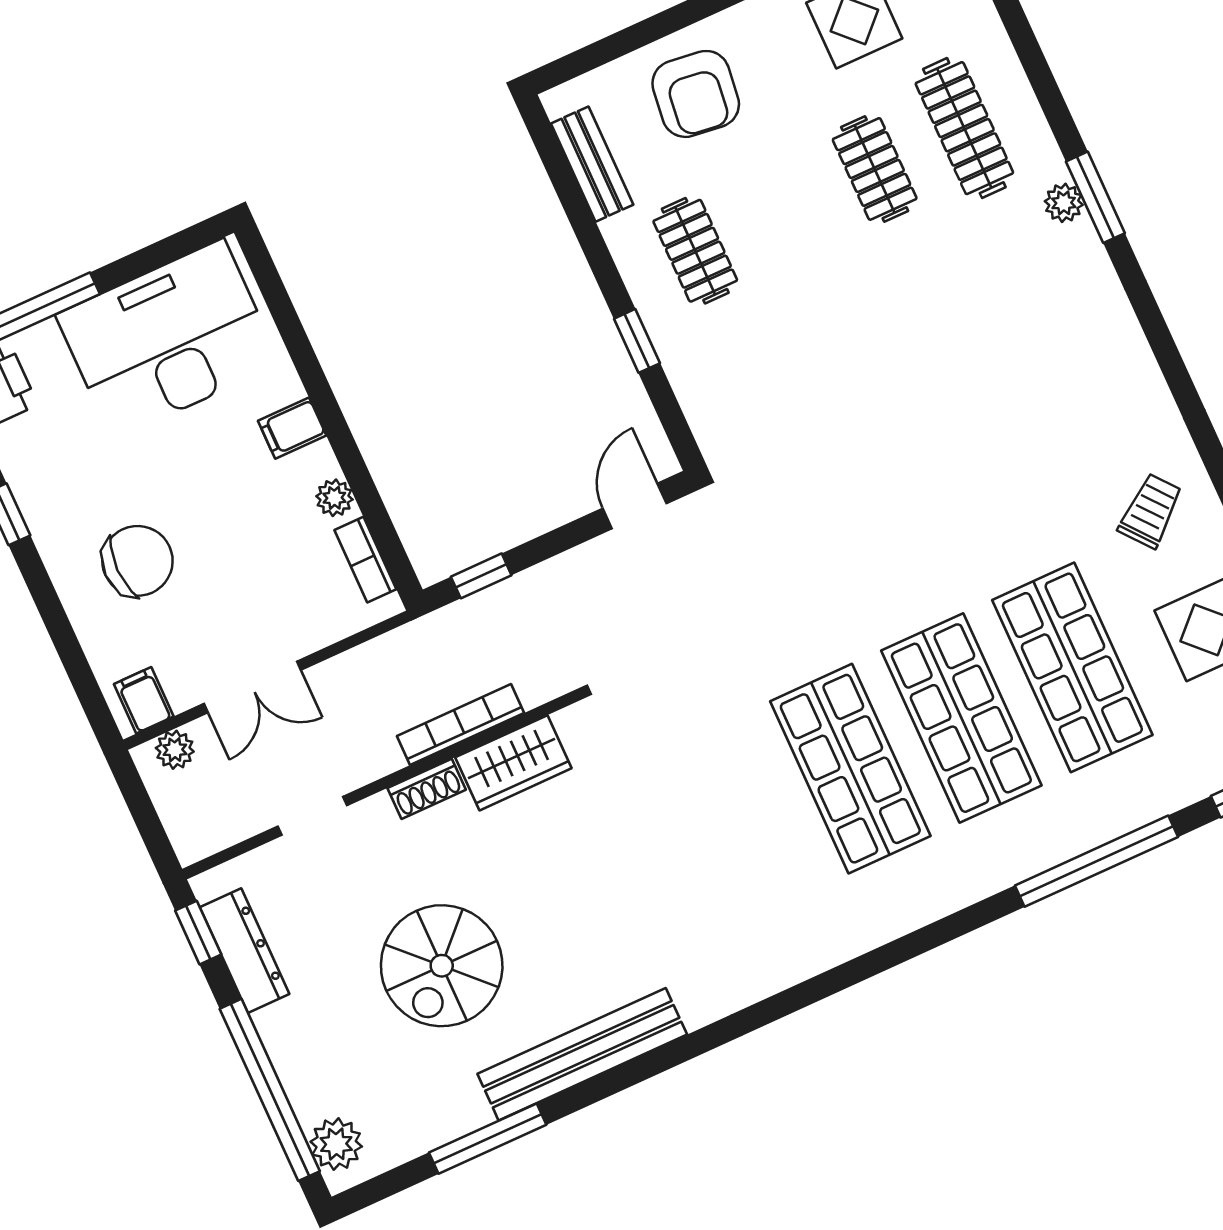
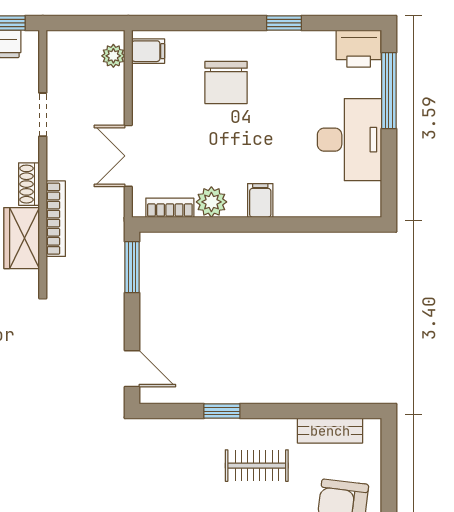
desk: (168, 339) -> (350, 140), width x0.73, depth x0.77
plant: (334, 498) -> (211, 202), width x1.38, depth x1.38
window: (481, 576) -> (132, 267), width x1.50
double door: (252, 687) -> (128, 156), moved

